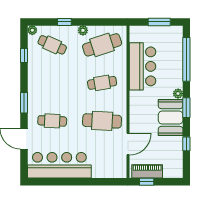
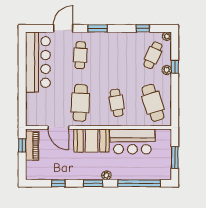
plant: (83, 30) -> (167, 70), moved
booth: (171, 118) -> (91, 141), moved

